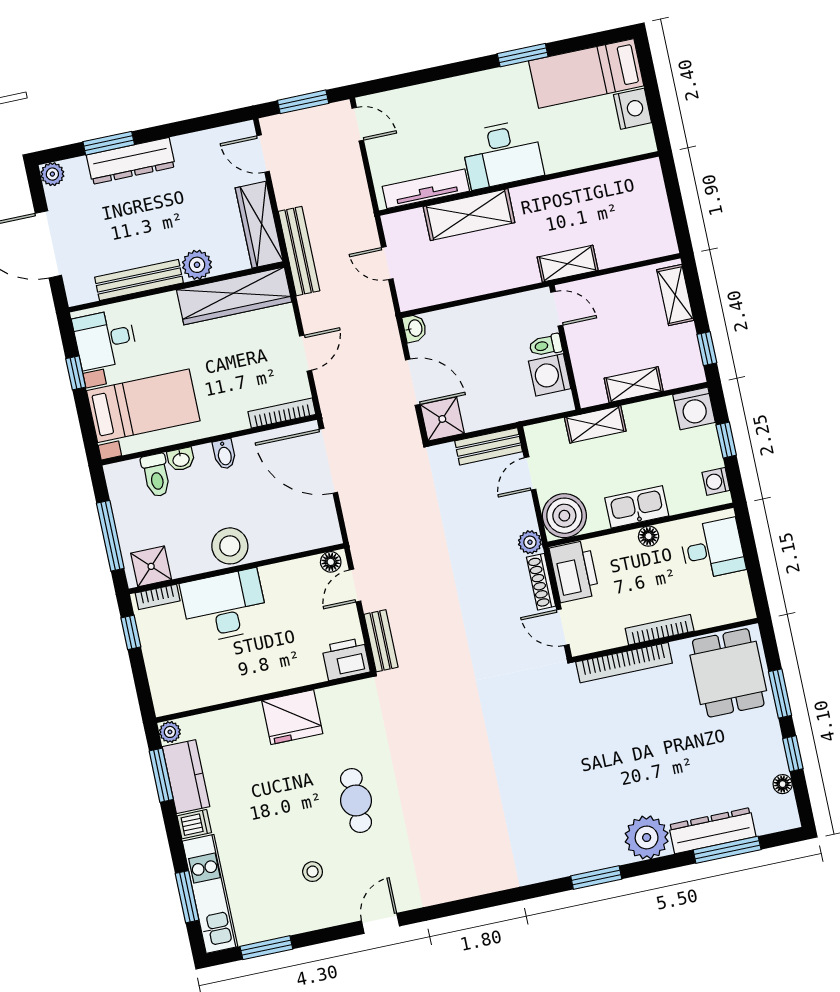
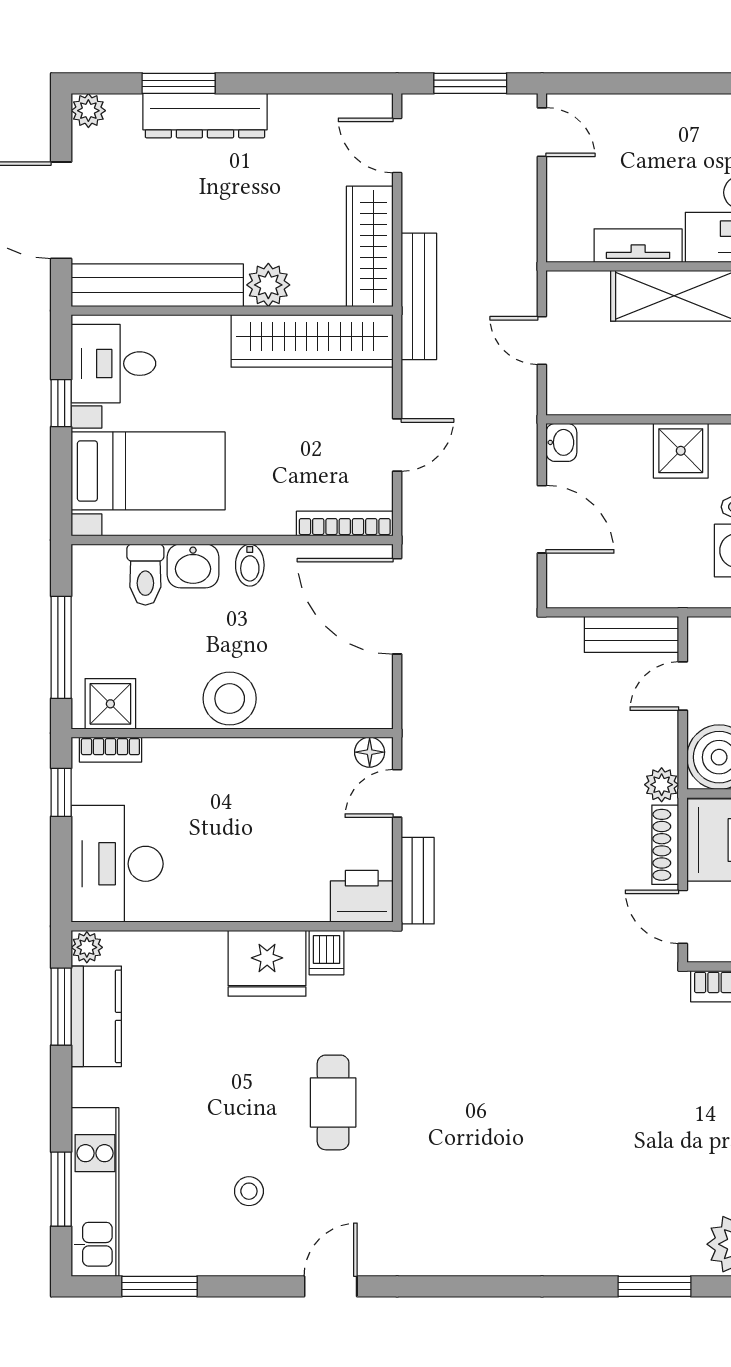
tv unit: (426, 189) -> (638, 246), width x0.71
bench: (139, 280) -> (157, 285), width x1.37, depth x1.21
shower: (442, 419) -> (681, 451), moved
washbasin: (181, 459) -> (193, 566), width x1.38, depth x1.45
desk: (224, 606) -> (117, 864), moved, turned -90
dishwasher: (194, 824) -> (326, 953), moved, turned 90

